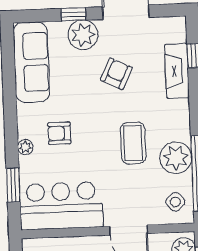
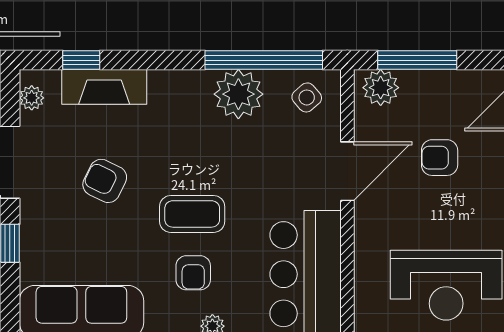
plant: (83, 35) -> (32, 98), moved, width x0.53, depth x0.53
coffee table: (133, 143) -> (192, 214), moved

